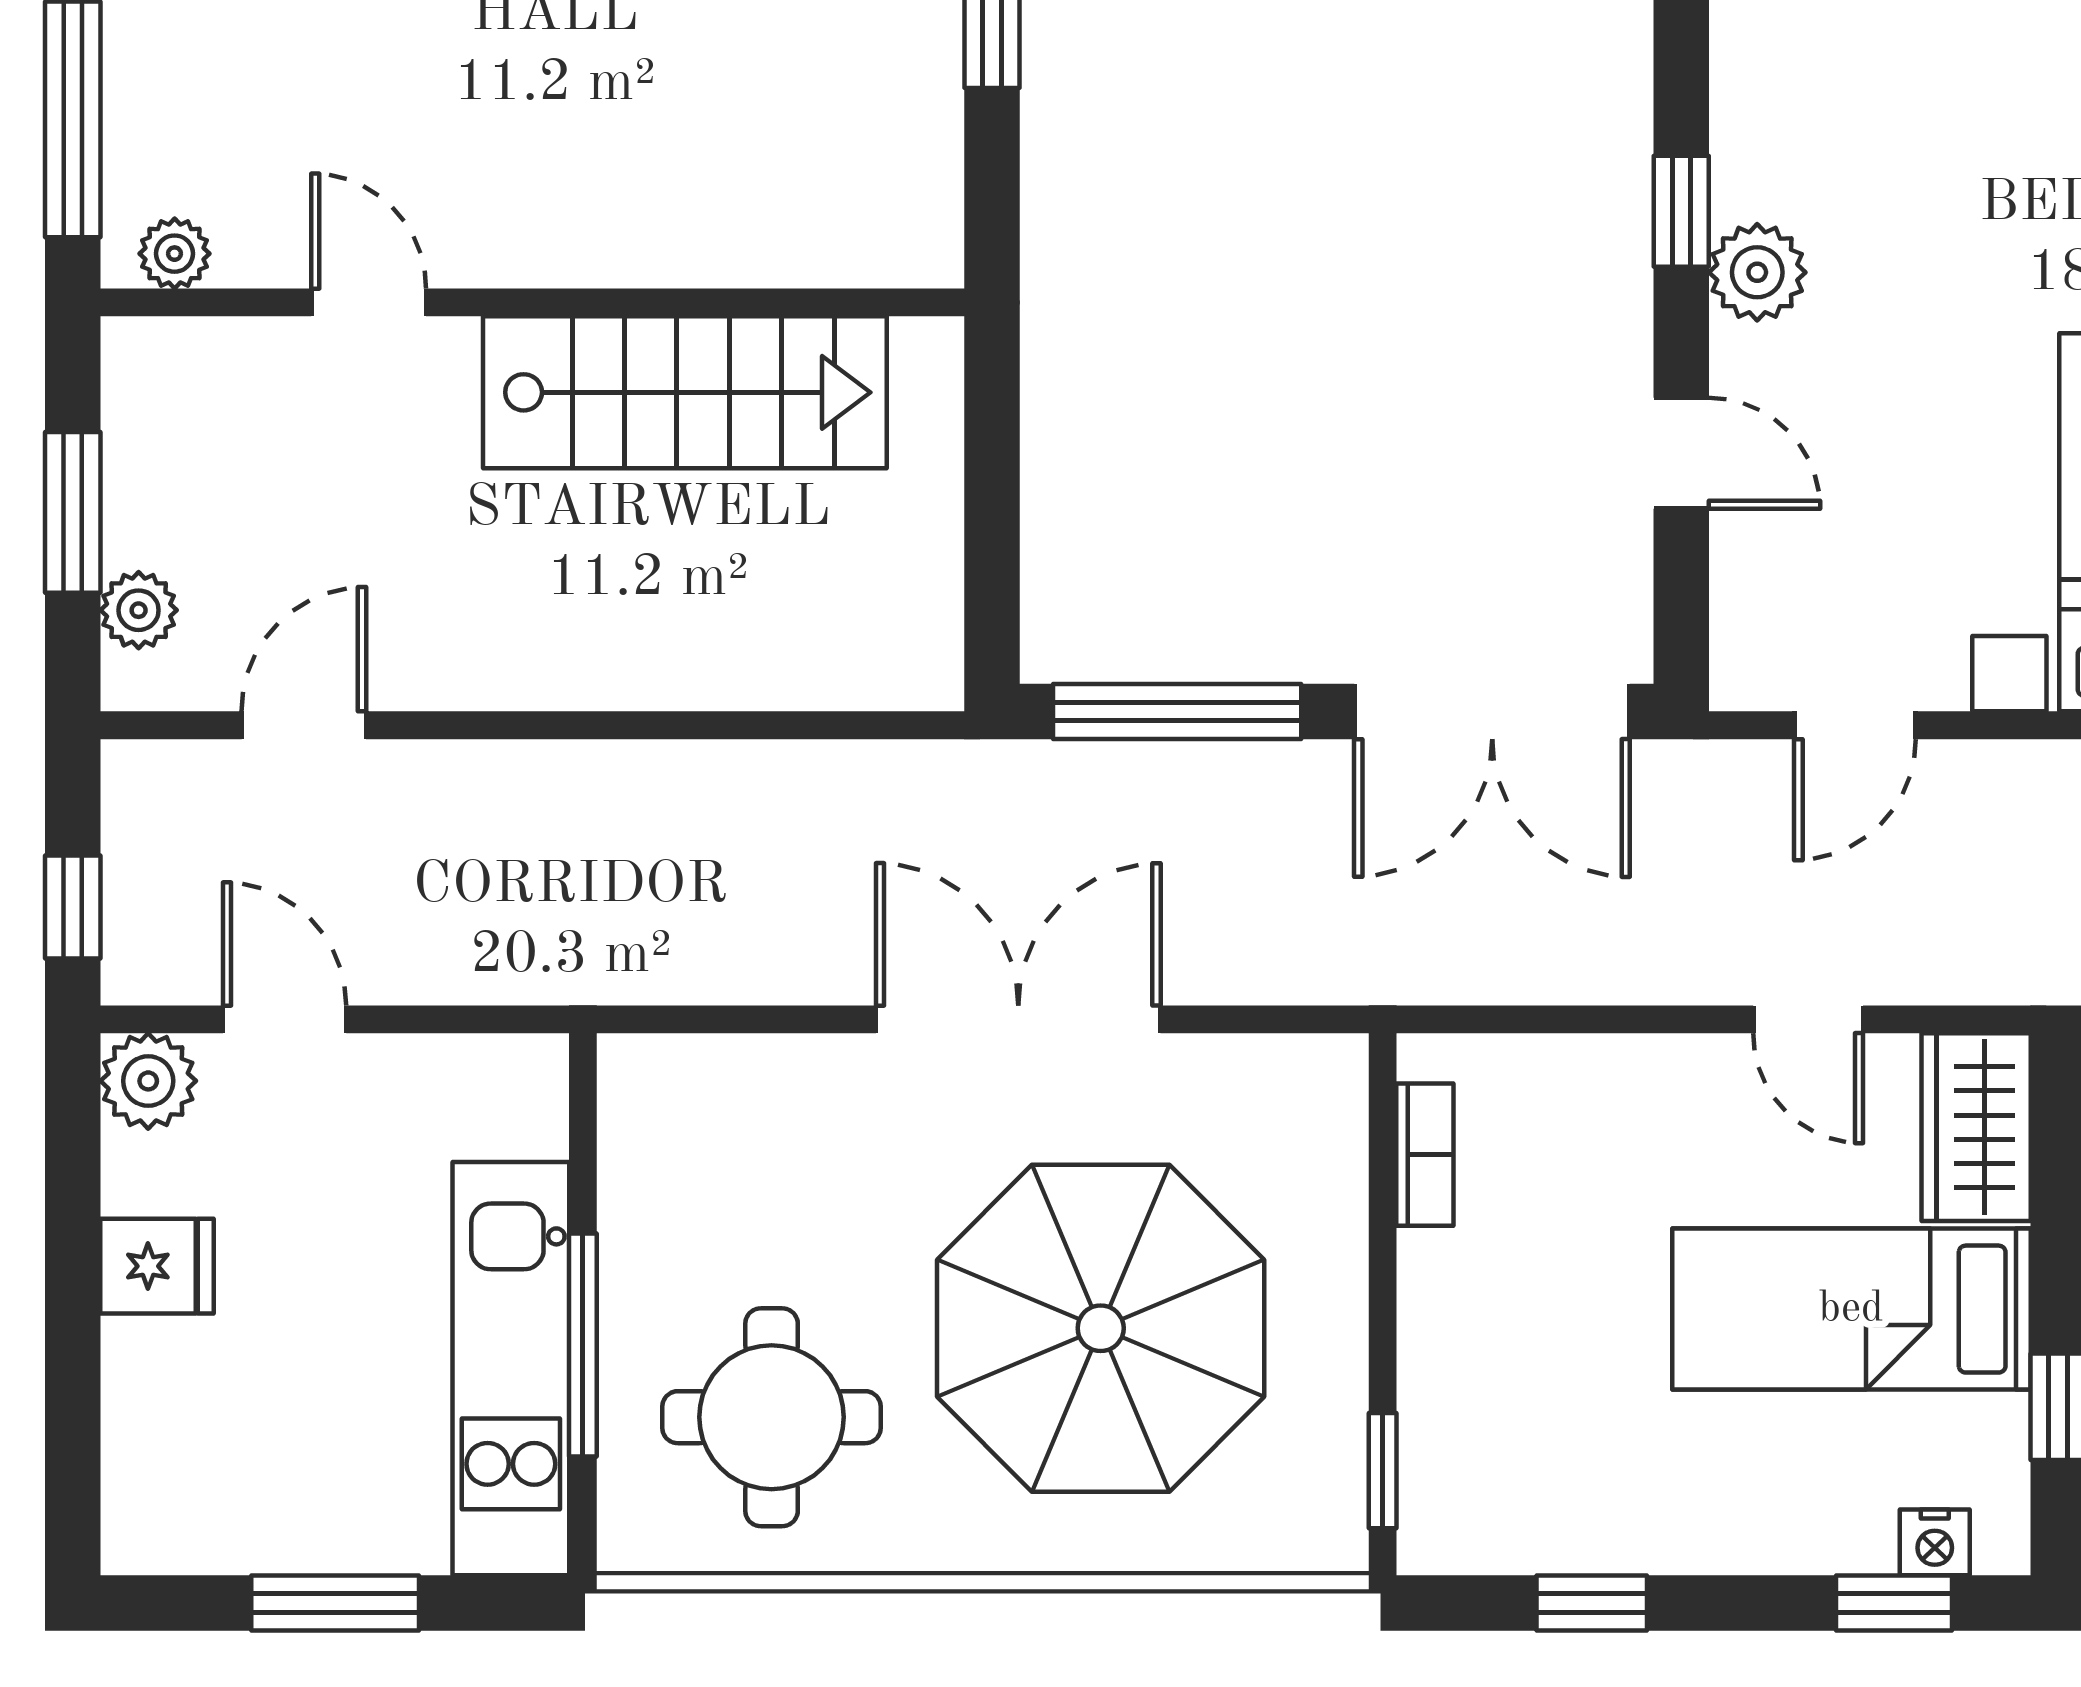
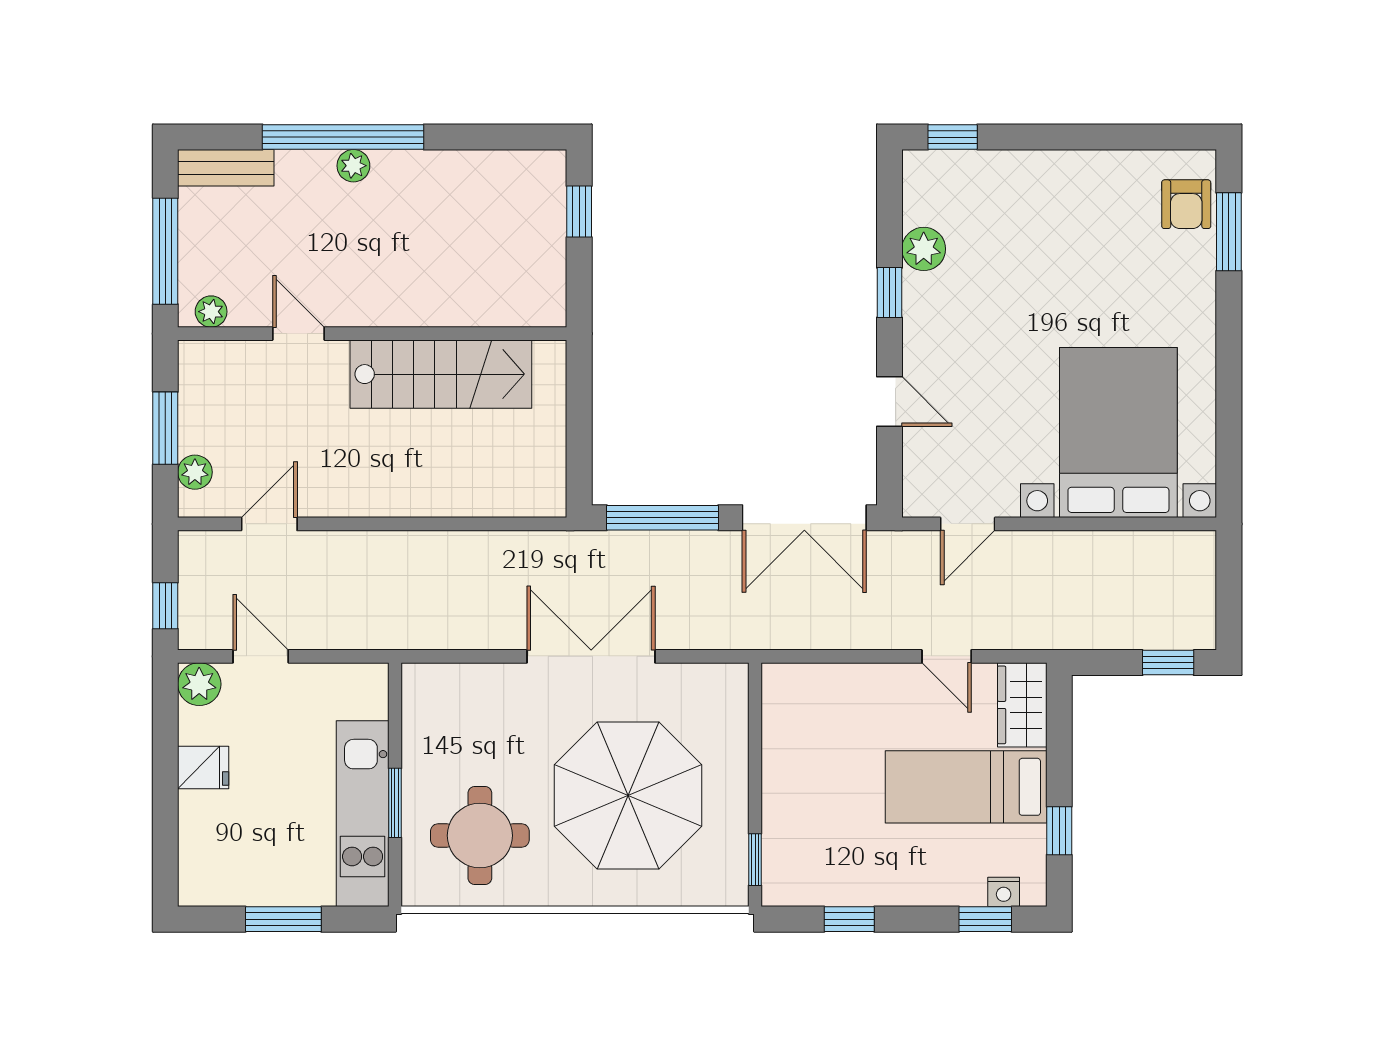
plant: (1757, 272) -> (924, 249), moved
bookcase: (1425, 1155) -> (774, 717), removed
window: (583, 1345) -> (395, 803), width x0.69

